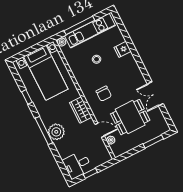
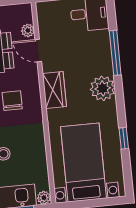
window: (44, 131) -> (115, 53), moved
plant: (56, 132) -> (103, 88), moved

